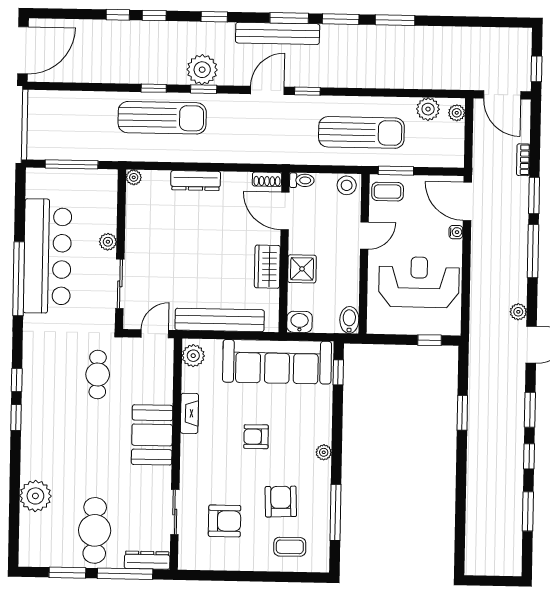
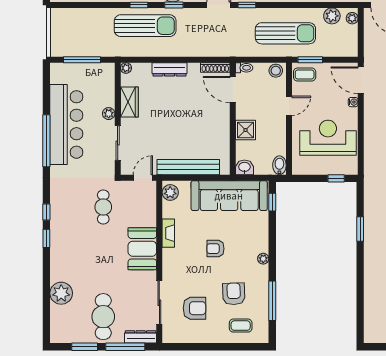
shoe rack: (267, 179) -> (215, 67), width x1.43
wardrobe: (267, 267) -> (129, 102), moved, turned 180
sliding door: (175, 512) -> (159, 303), width x1.37

